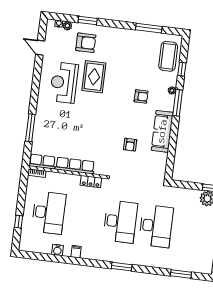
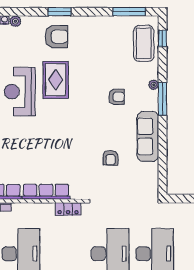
window: (88, 20) -> (60, 12), moved
window: (149, 28) -> (129, 12), moved
armchair: (86, 43) -> (56, 37), moved
window: (182, 69) -> (163, 38), moved

